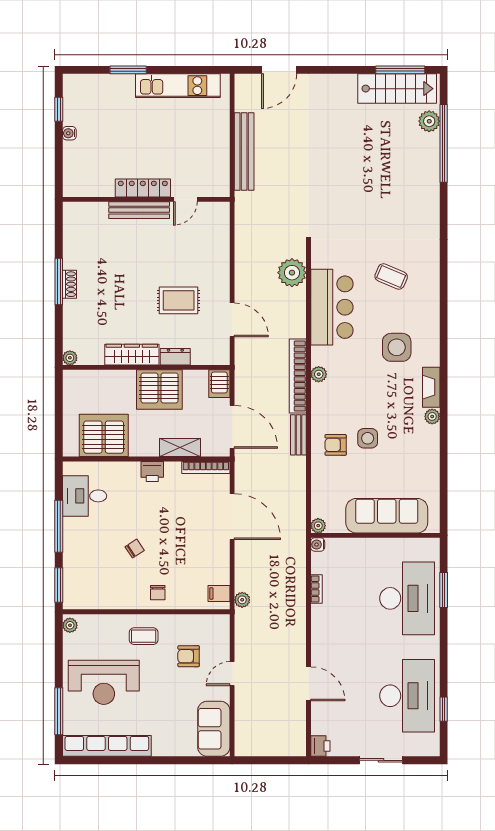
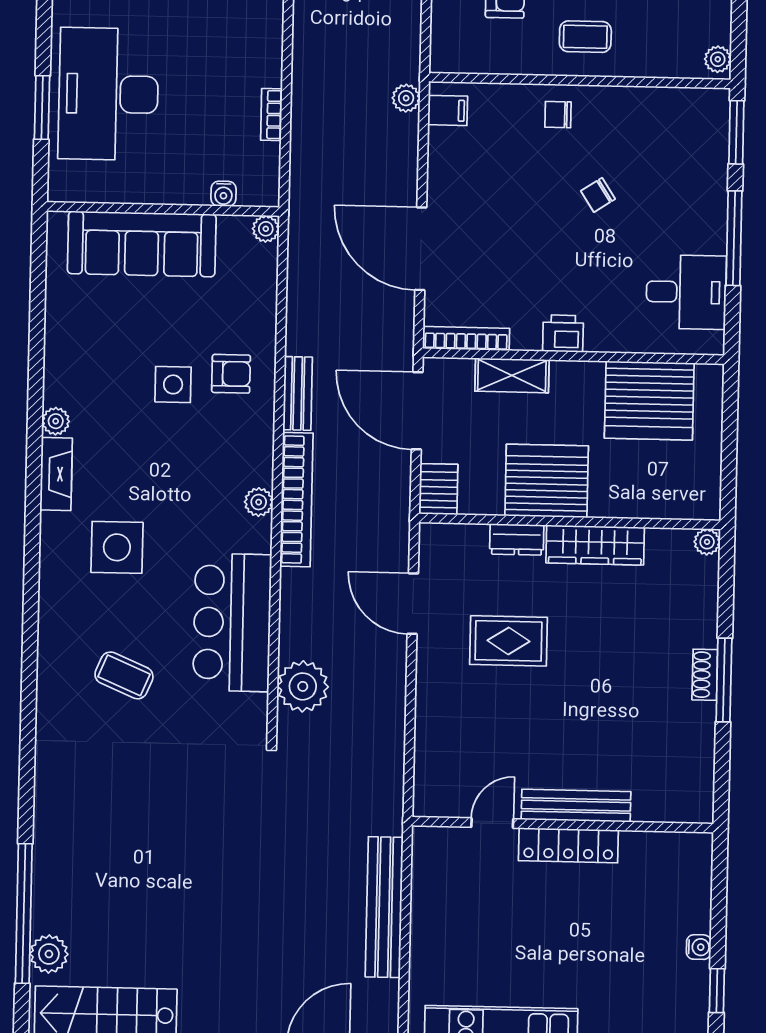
water cooler: (318, 545) -> (223, 194), moved, turned 90
chair: (158, 593) -> (558, 115), turned -90

